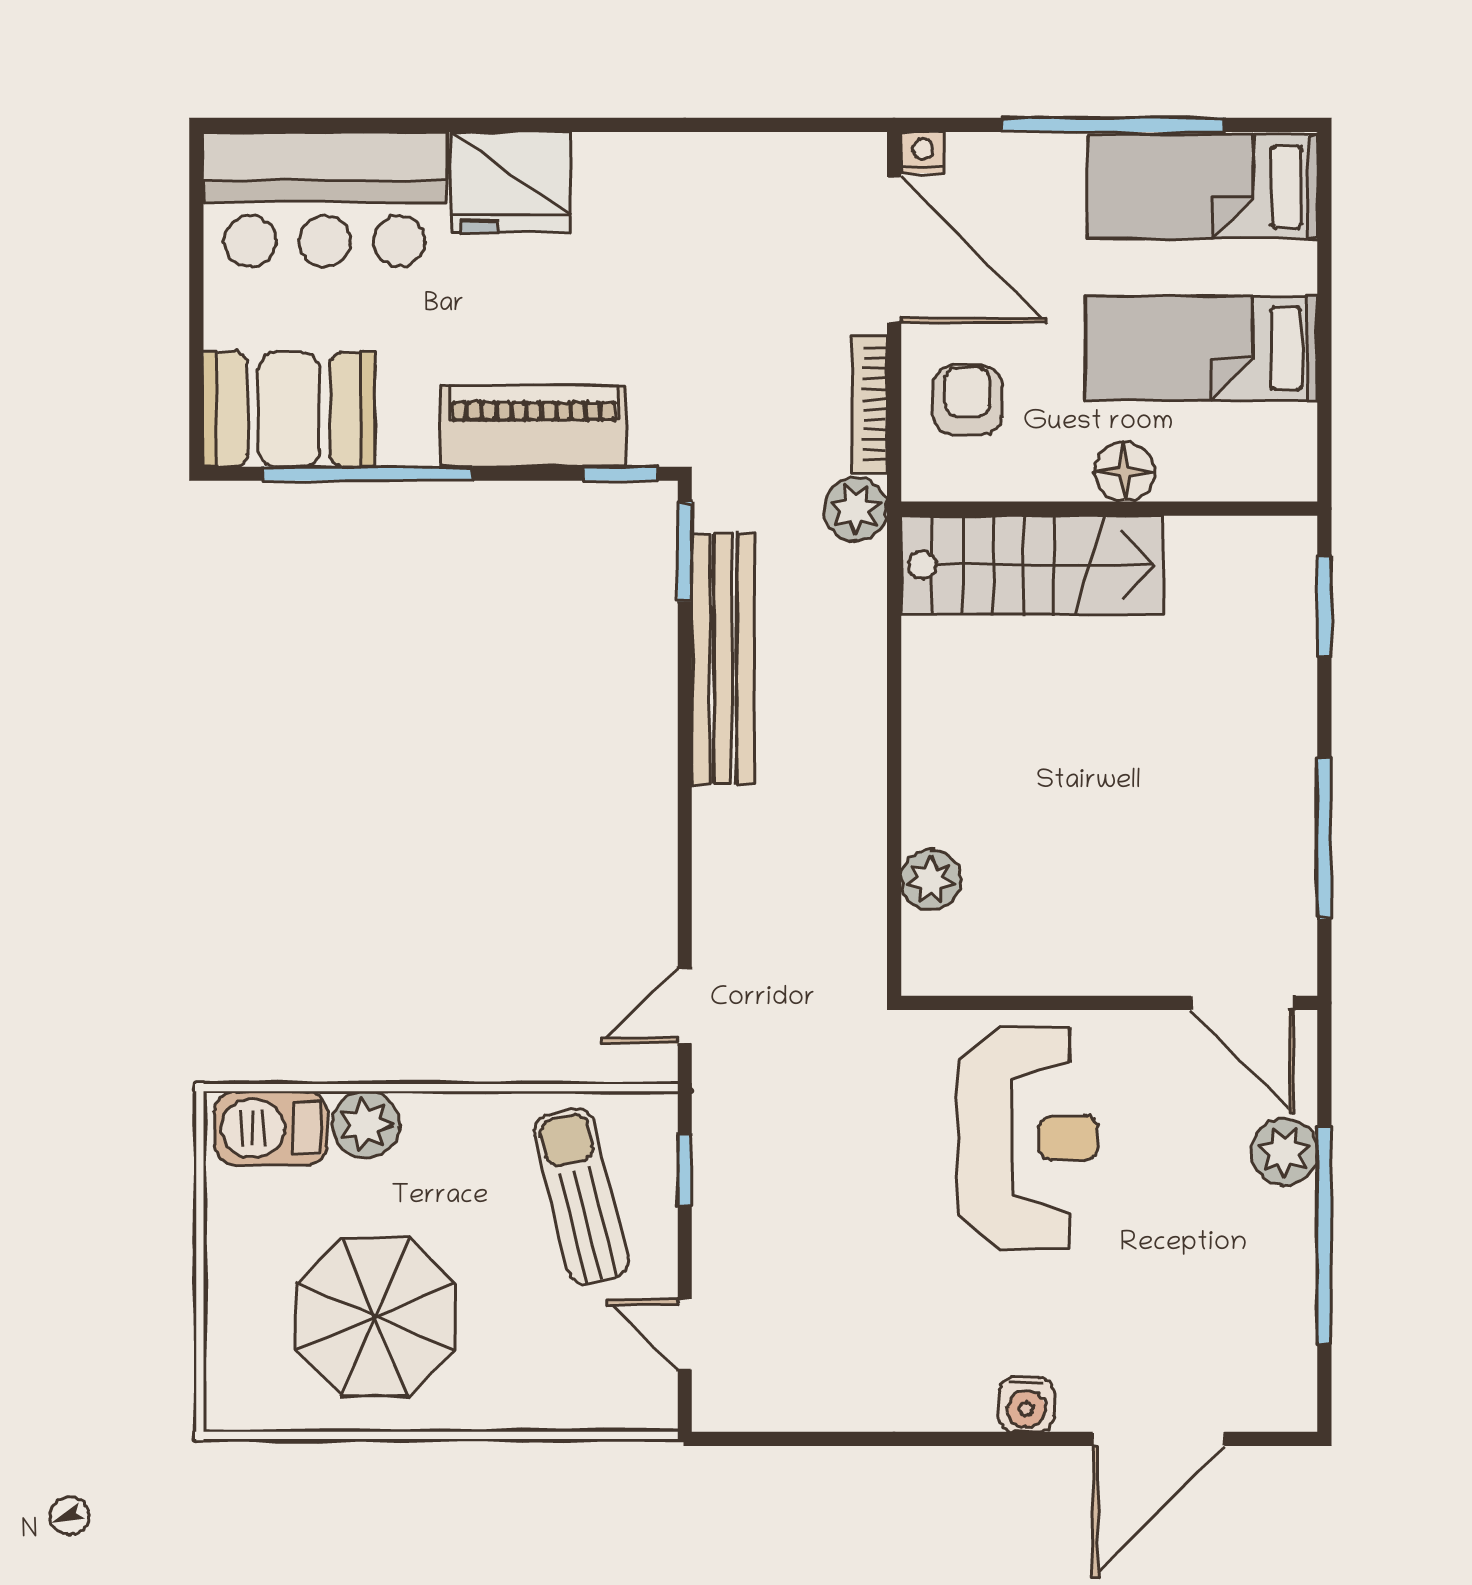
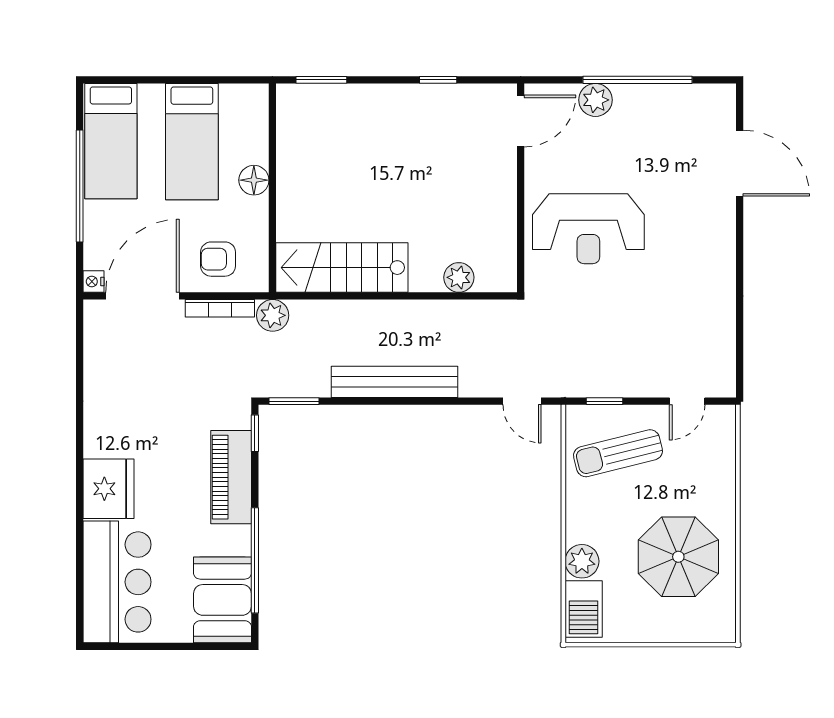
stairs: (1032, 565) -> (342, 268), moved, turned -90
bench: (723, 659) -> (394, 382), moved
window: (1324, 839) -> (438, 80), width x0.46
reception desk: (1028, 1138) -> (588, 229), turned 180
water cooler: (1026, 1404) -> (722, 230), removed

